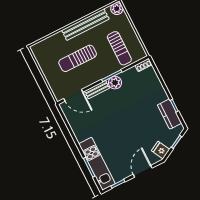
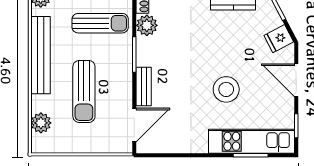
plant: (48, 44) -> (41, 123), added
plant: (115, 83) -> (147, 25), moved
stool: (118, 135) -> (226, 89), added

